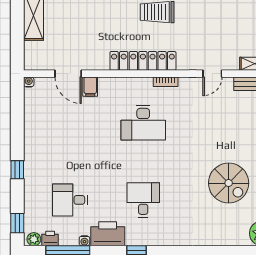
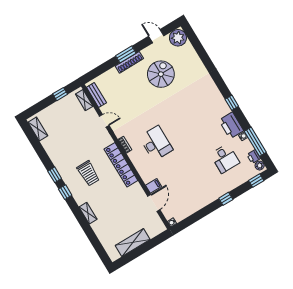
desk: (143, 200) -> (200, 117), removed

